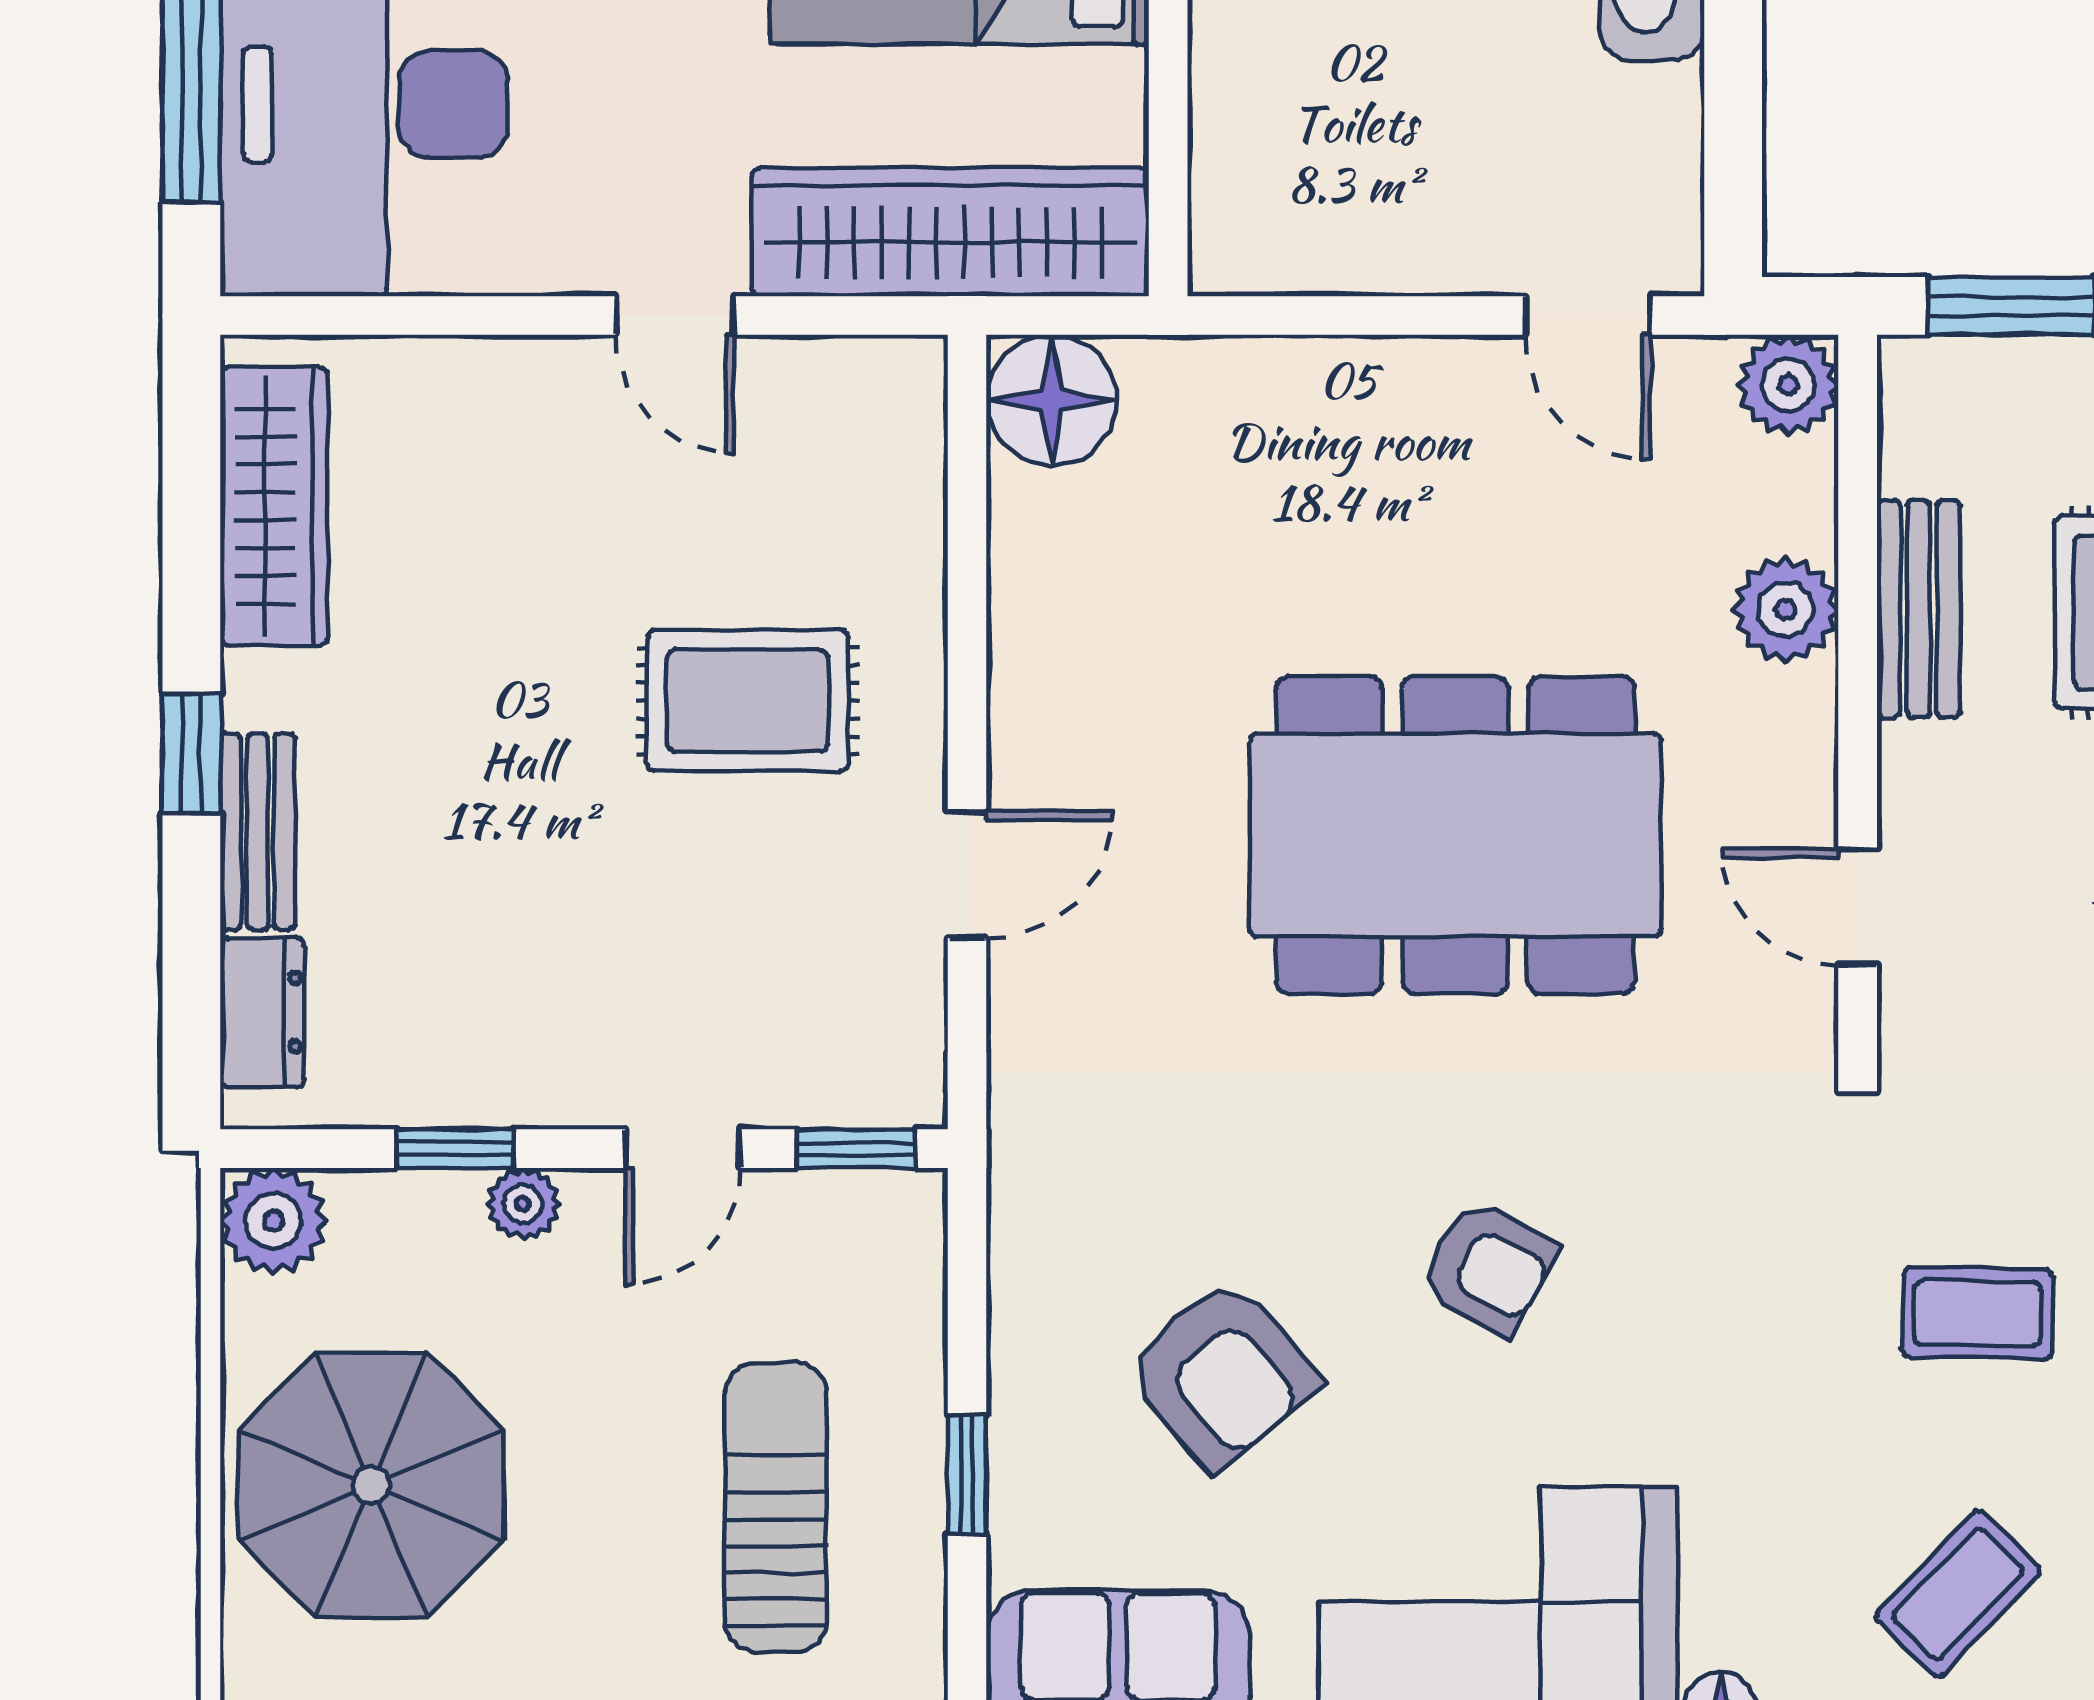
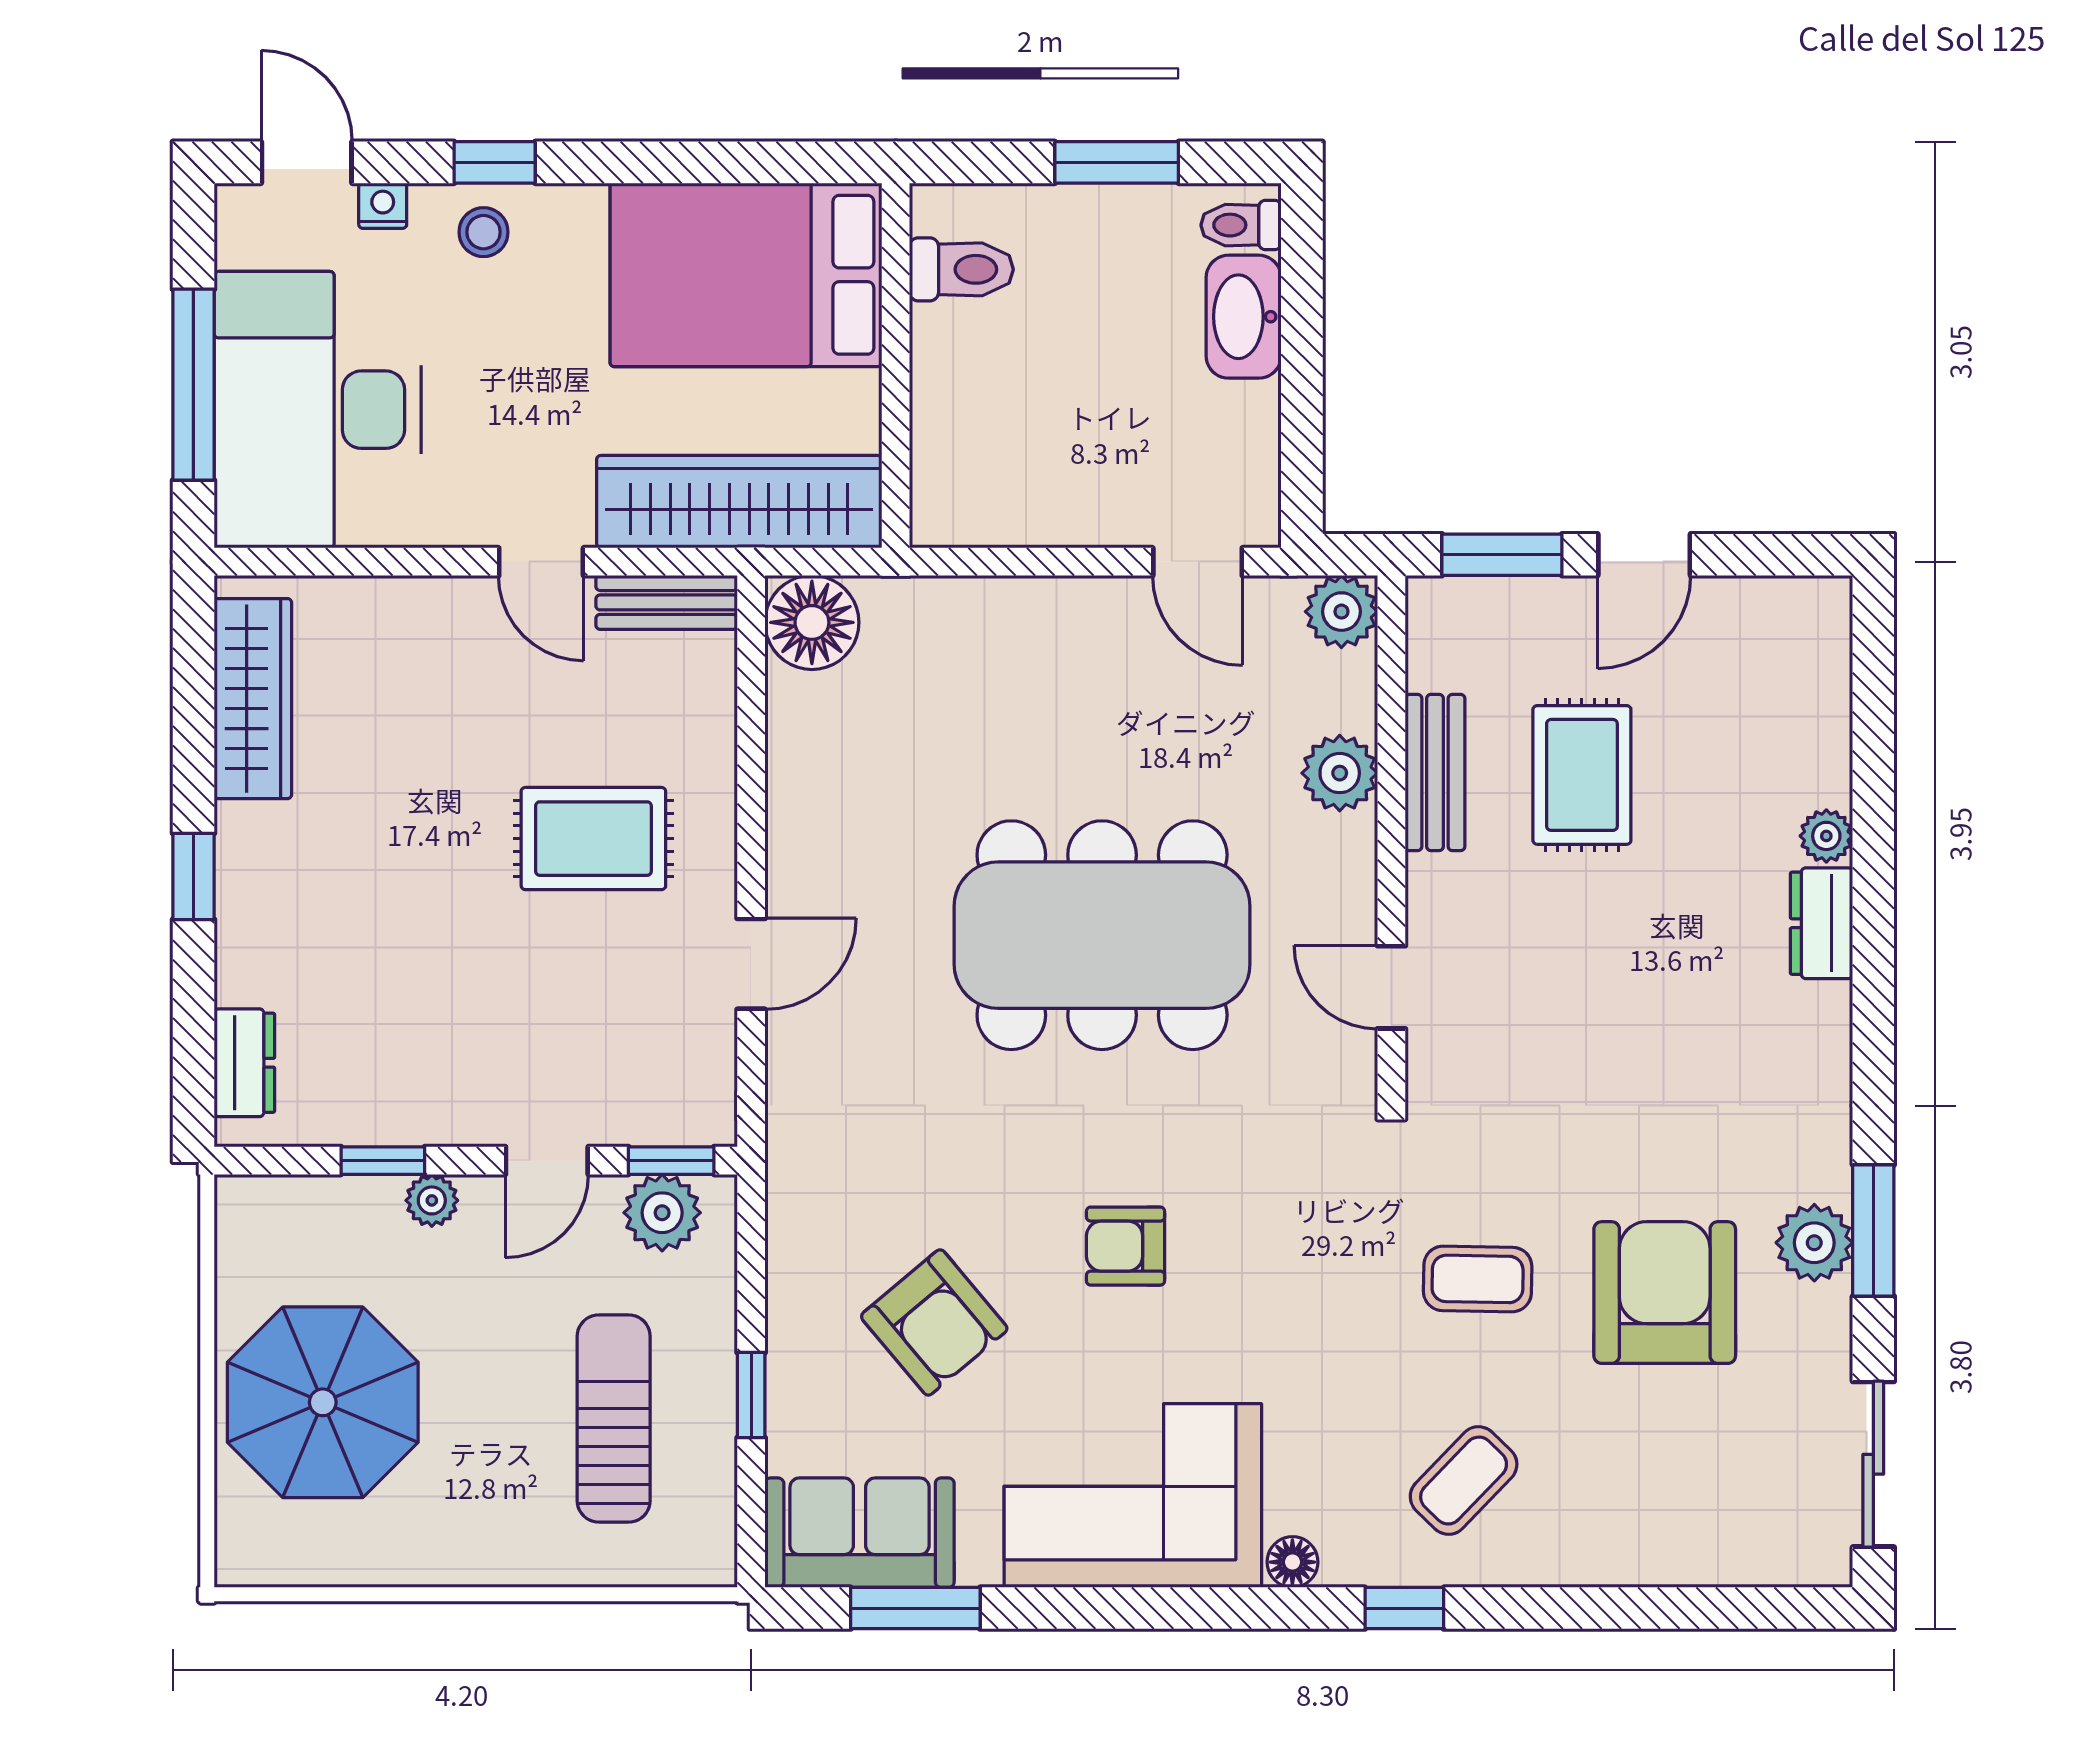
bench: (258, 832) -> (667, 602), moved, turned 90
plant: (273, 1221) -> (662, 1213), moved
armchair: (1488, 1268) -> (1126, 1246), turned 152

